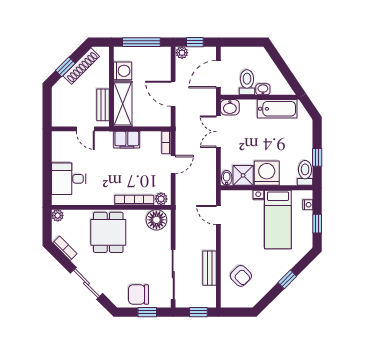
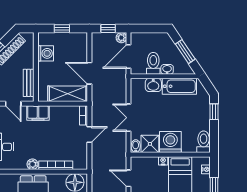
window: (141, 42) -> (62, 29), width x0.46
plant: (182, 53) -> (121, 38), moved
window: (284, 69) -> (185, 52), added
shelving: (123, 104) -> (68, 94), moved, turned 90
washbasin: (230, 107) -> (153, 85), moved
double door: (218, 132) -> (129, 118), moved
filing cabinet: (127, 140) -> (38, 113), moved
window: (317, 157) -> (214, 112), moved
plant: (161, 199) -> (32, 164), moved

